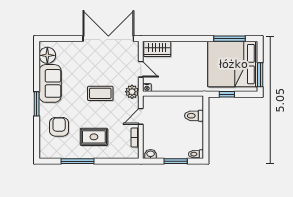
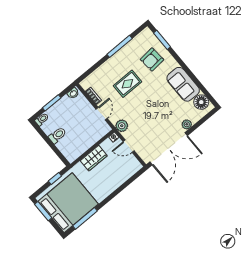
plant: (76, 47) -> (187, 124), added
wardrobe: (157, 49) -> (94, 158), moved, turned 180
coffee table: (100, 93) -> (143, 106), removed
window: (37, 104) -> (162, 40), moved
toilet: (194, 116) -> (57, 135), moved
armchair: (59, 127) -> (152, 59), turned 85
rug: (94, 137) -> (127, 84), moved

